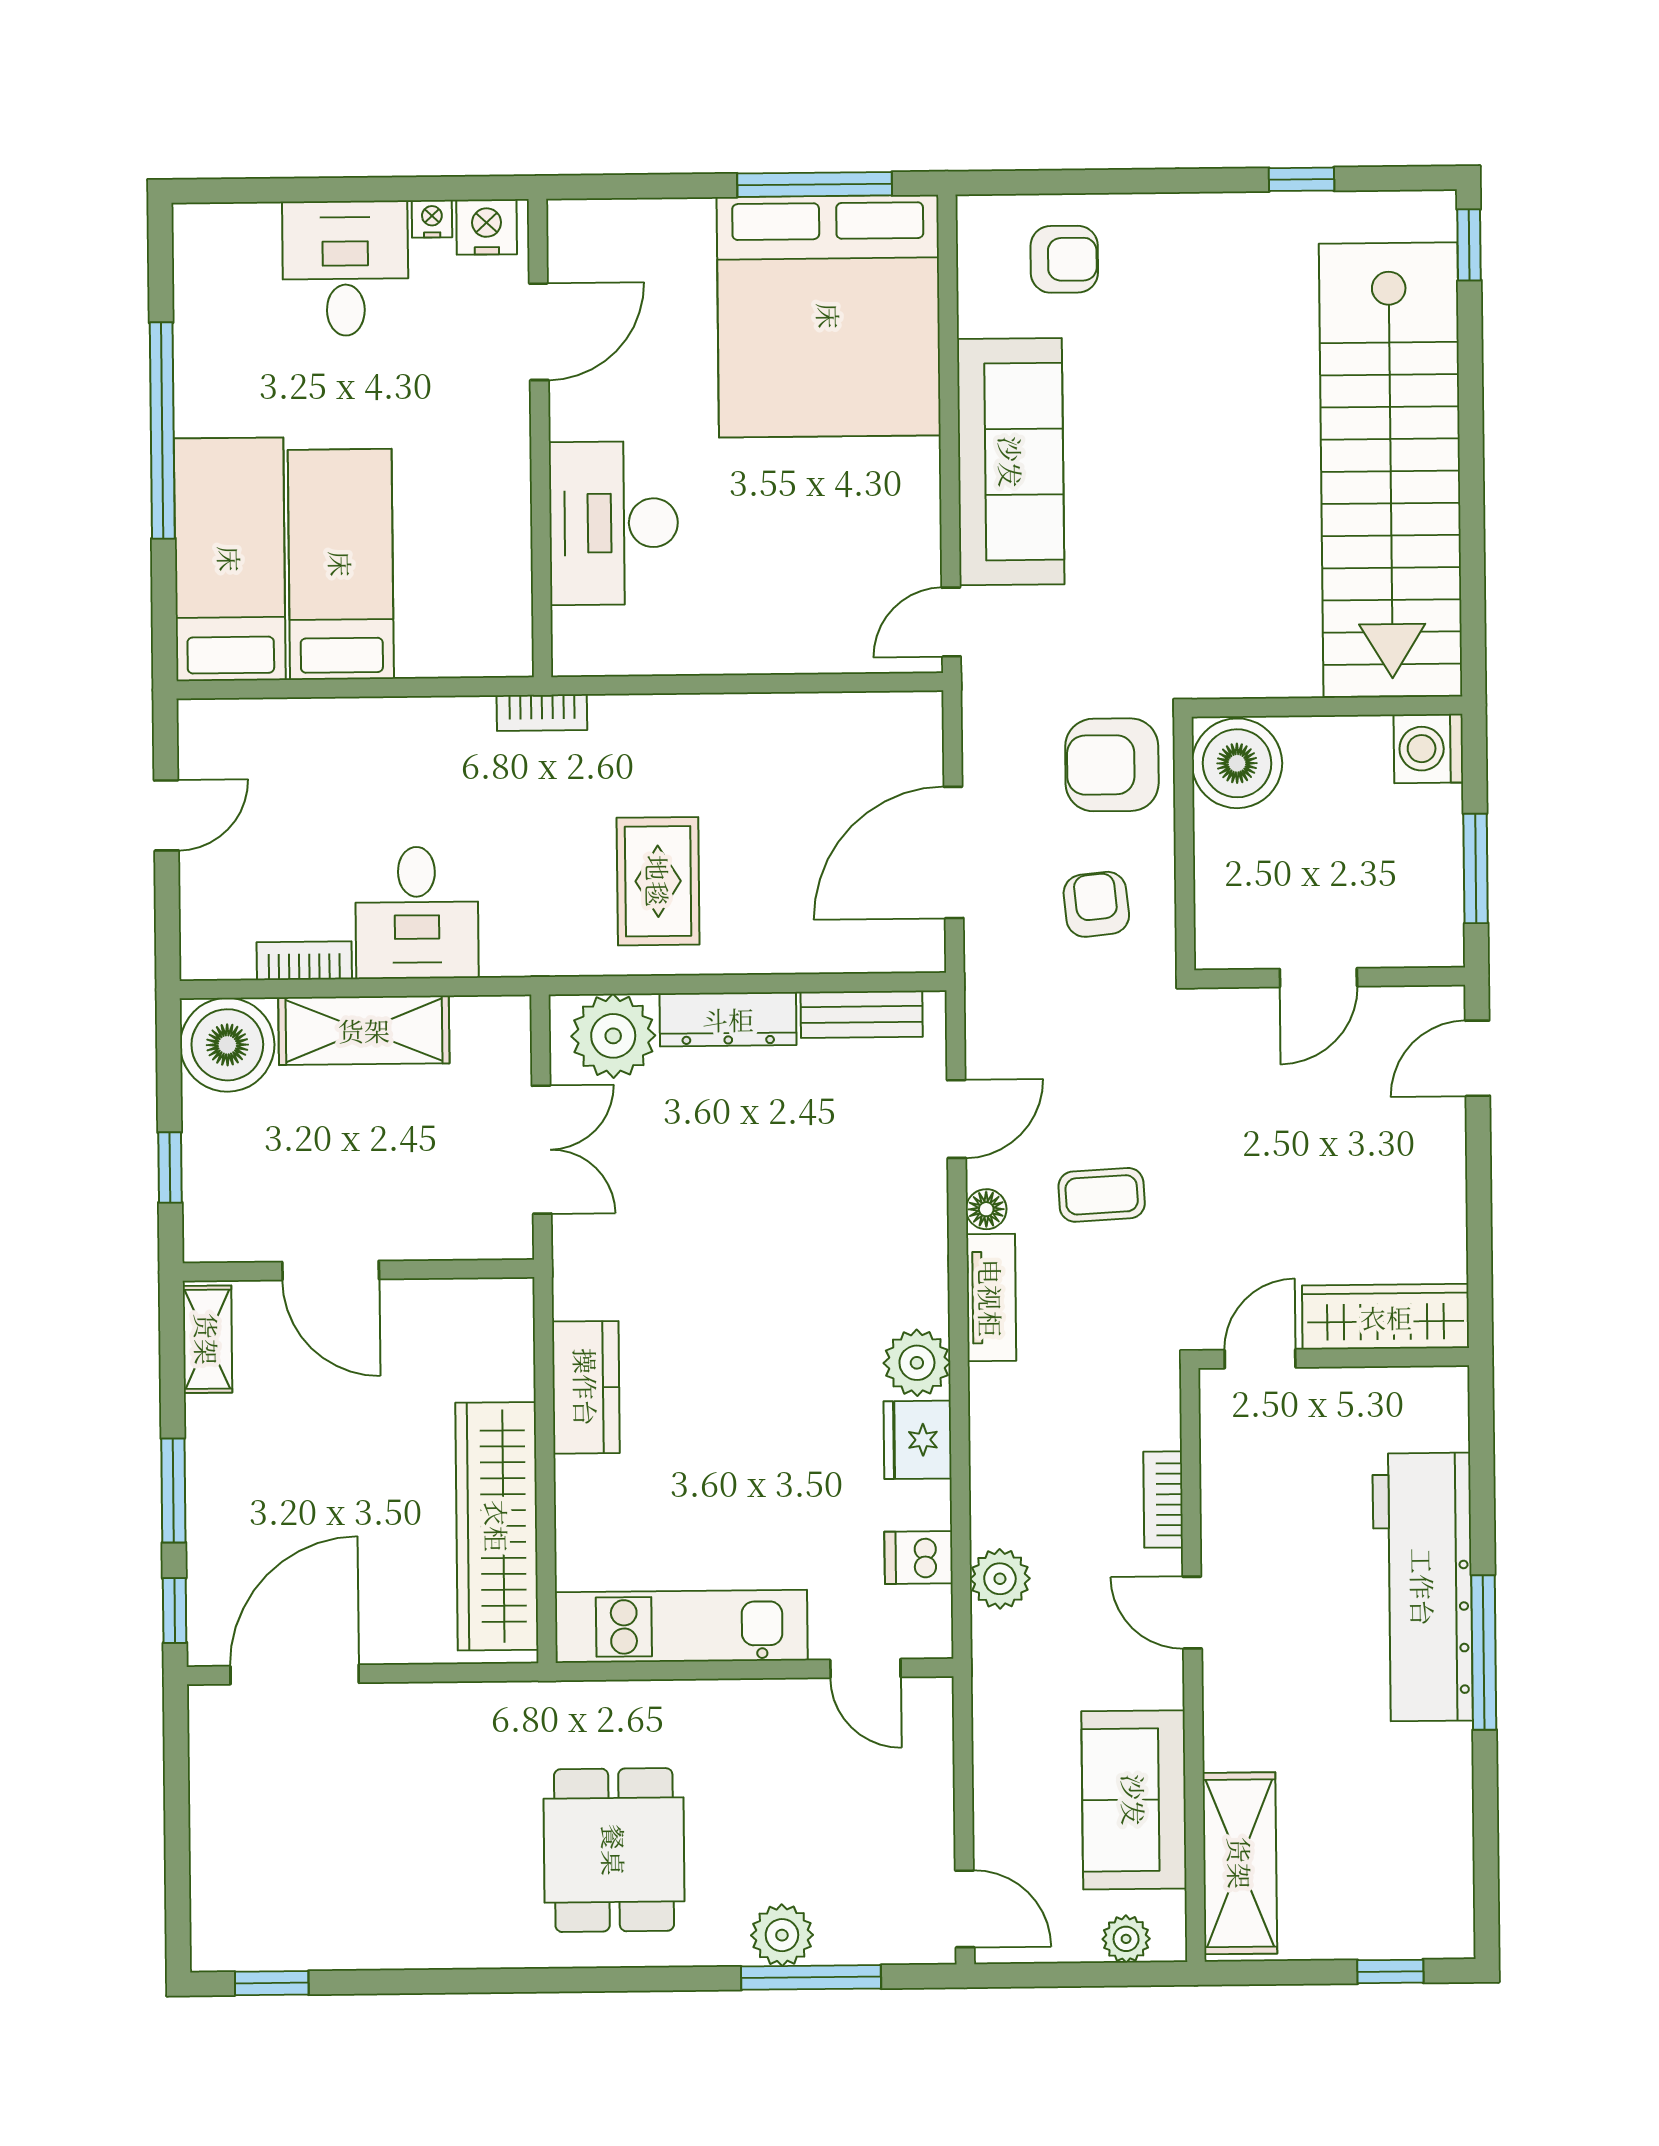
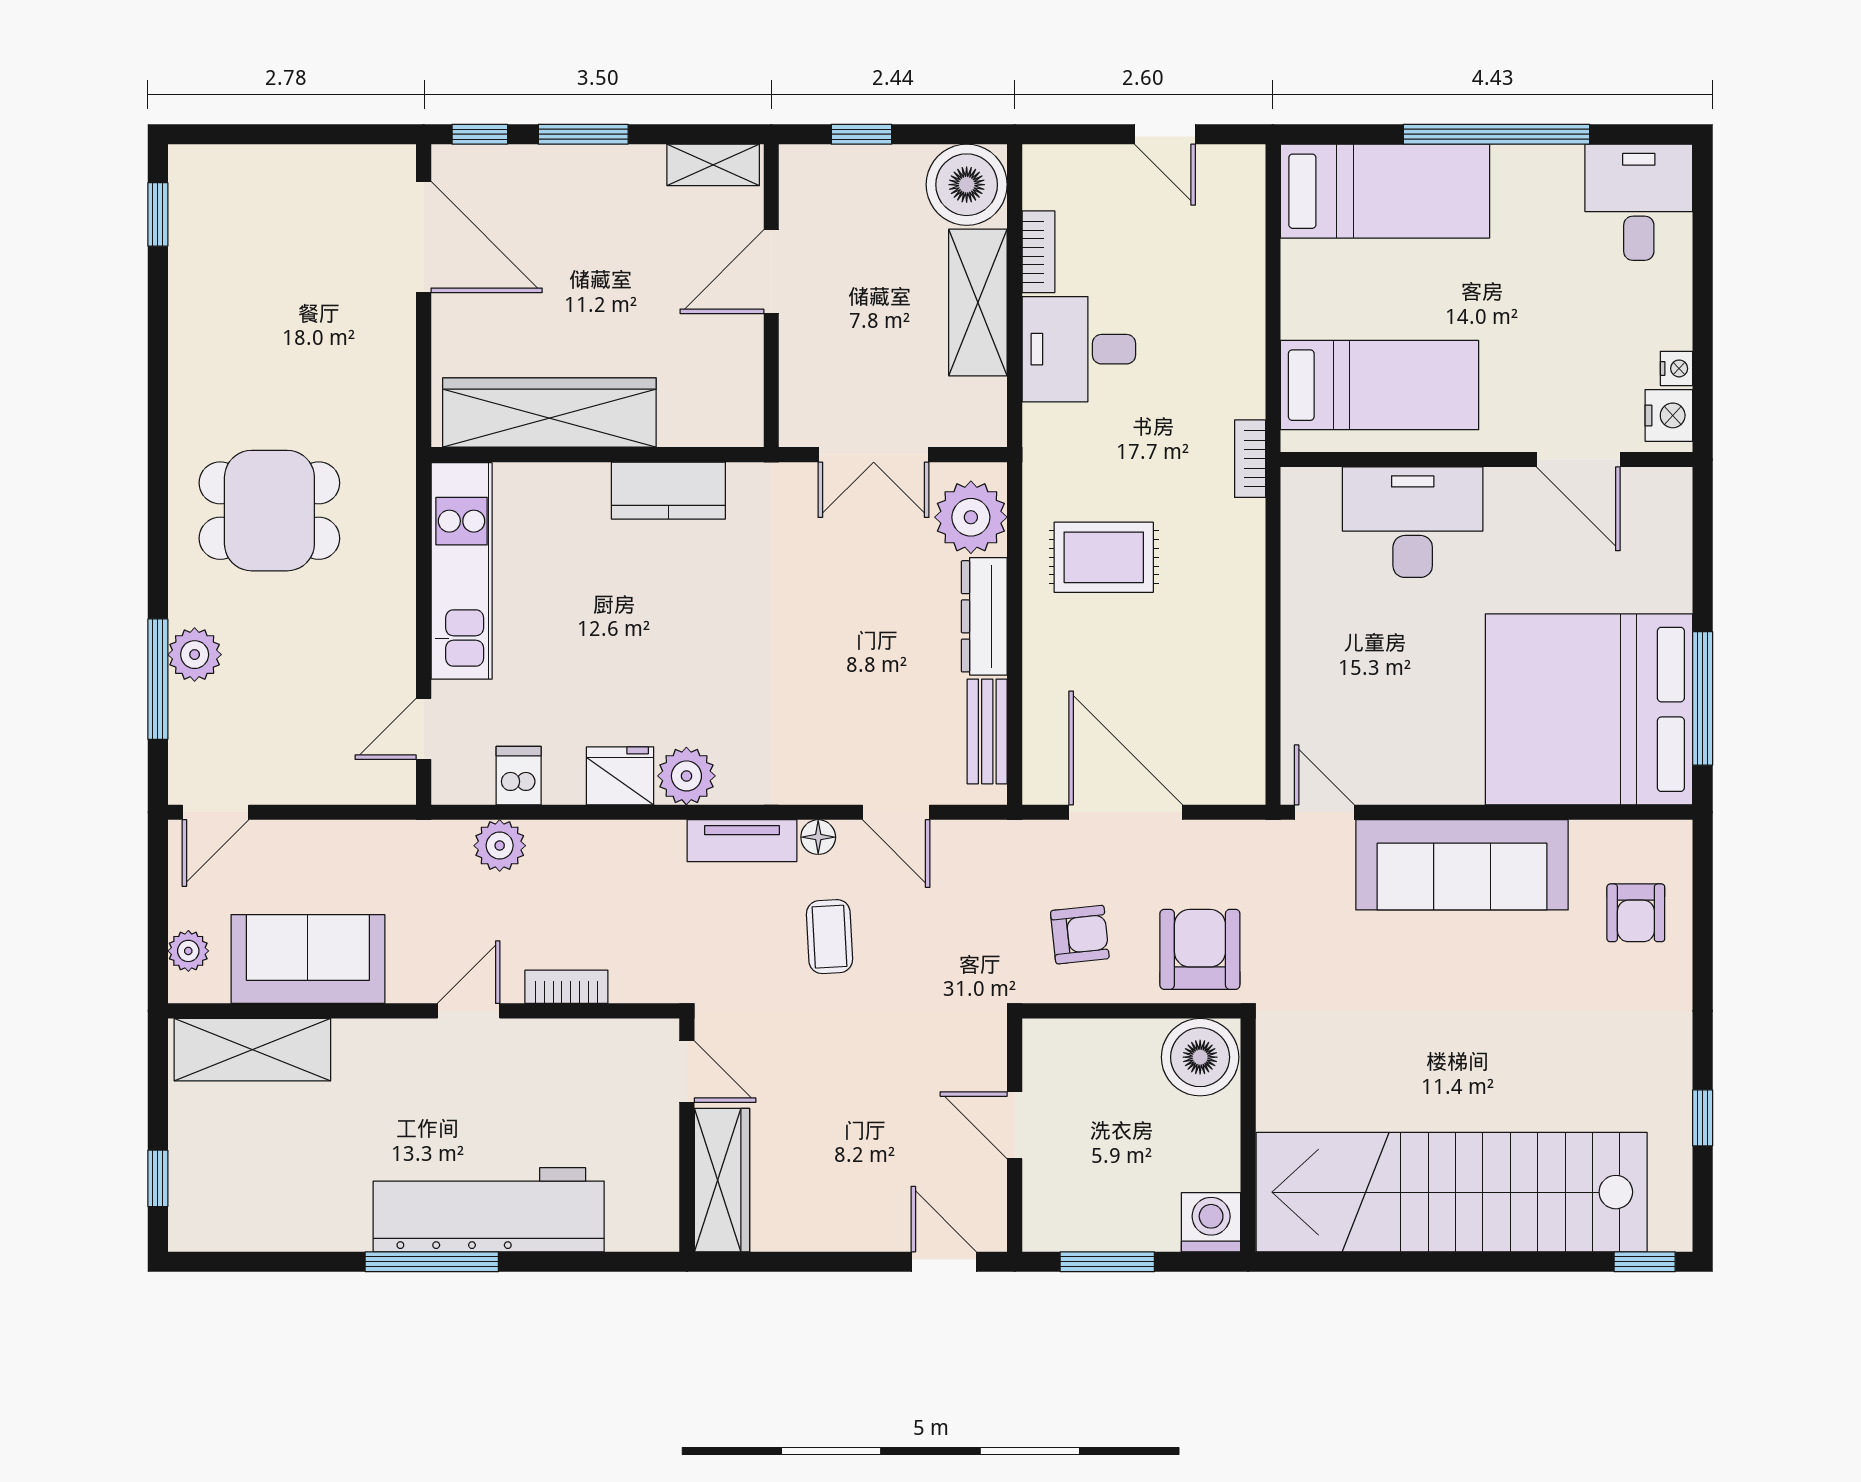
desk: (345, 268) -> (1639, 202), moved, turned -90
bed: (341, 564) -> (1380, 385), moved

